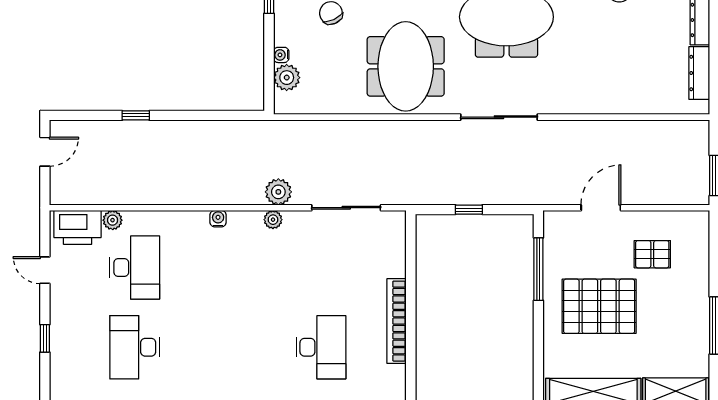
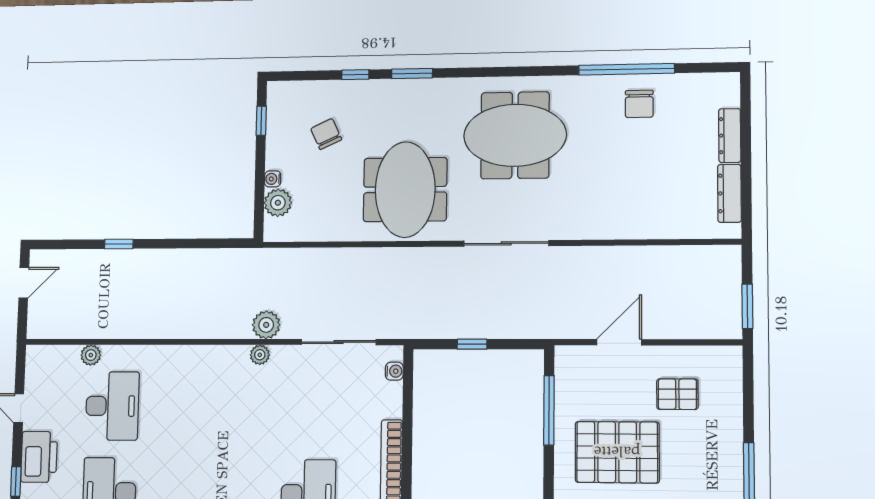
water cooler: (218, 219) -> (394, 371), moved, turned 90
printer: (78, 227) -> (39, 457), moved, turned -90

